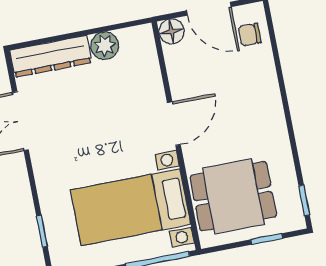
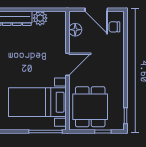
floor lamp: (171, 31) -> (75, 30), moved
dining table: (233, 196) -> (90, 107), turned 90

